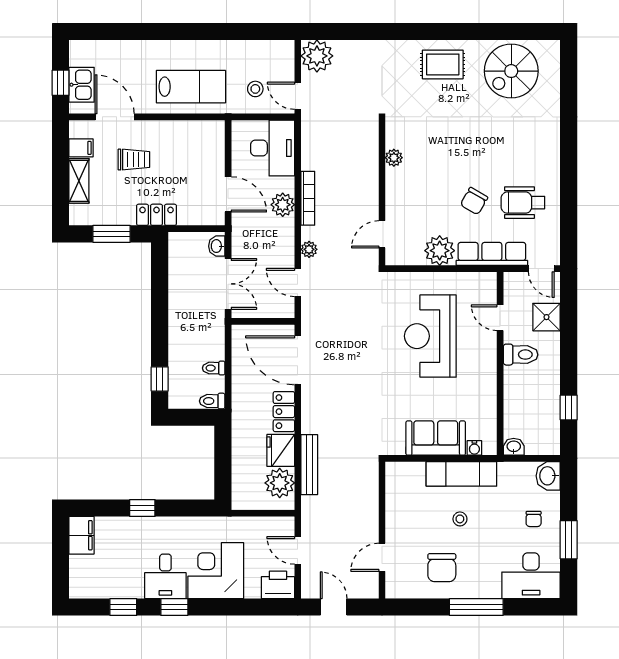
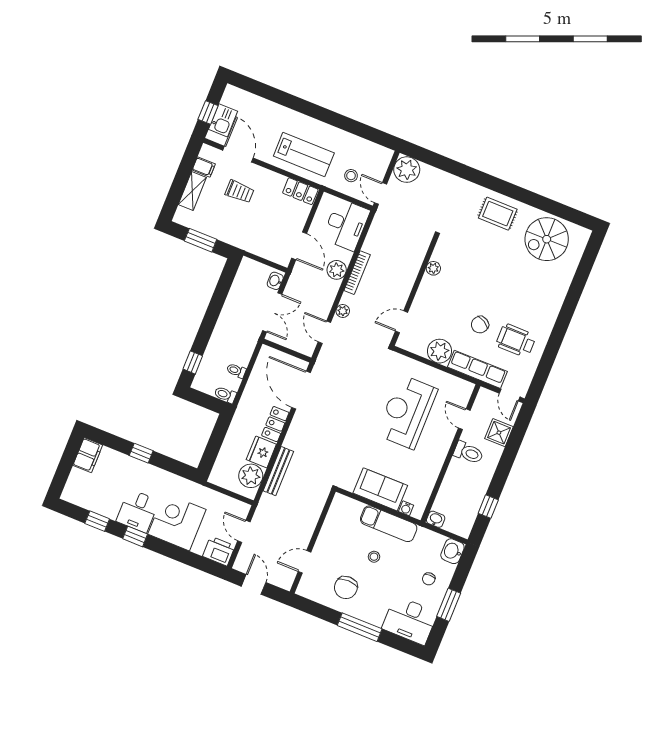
locker: (157, 215) -> (300, 191), moved, turned 180

